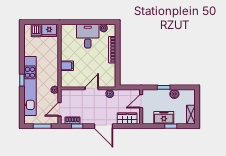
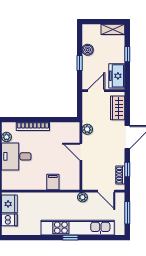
door: (141, 101) -> (96, 91), swing flipped
freezer: (164, 118) -> (117, 76), moved

